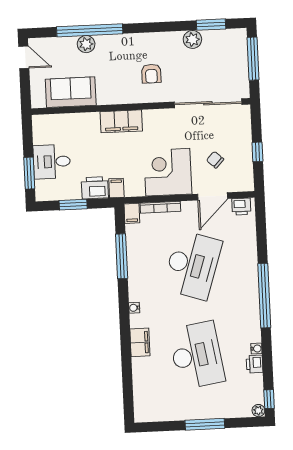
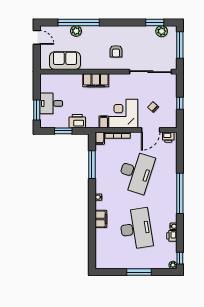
plant: (192, 39) -> (162, 31), moved
filing cabinet: (116, 188) -> (104, 122), moved

